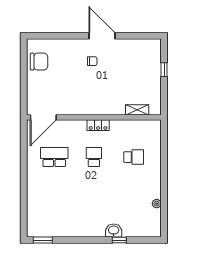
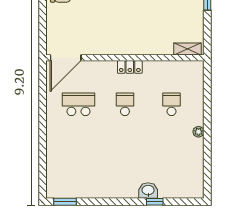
shelving: (137, 110) -> (188, 49), moved
school desk: (134, 157) -> (172, 104), turned -90
plant: (157, 204) -> (199, 132), moved

